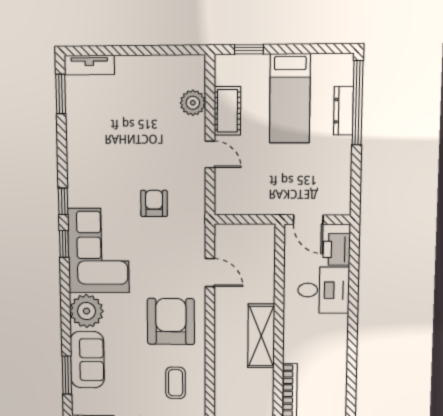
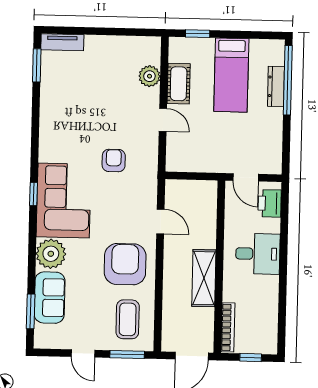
window: (63, 201) -> (34, 157), removed
desk: (323, 290) -> (258, 254), moved
coffee table: (176, 383) -> (128, 319), width x1.36, depth x1.30

